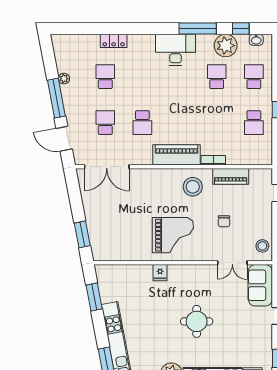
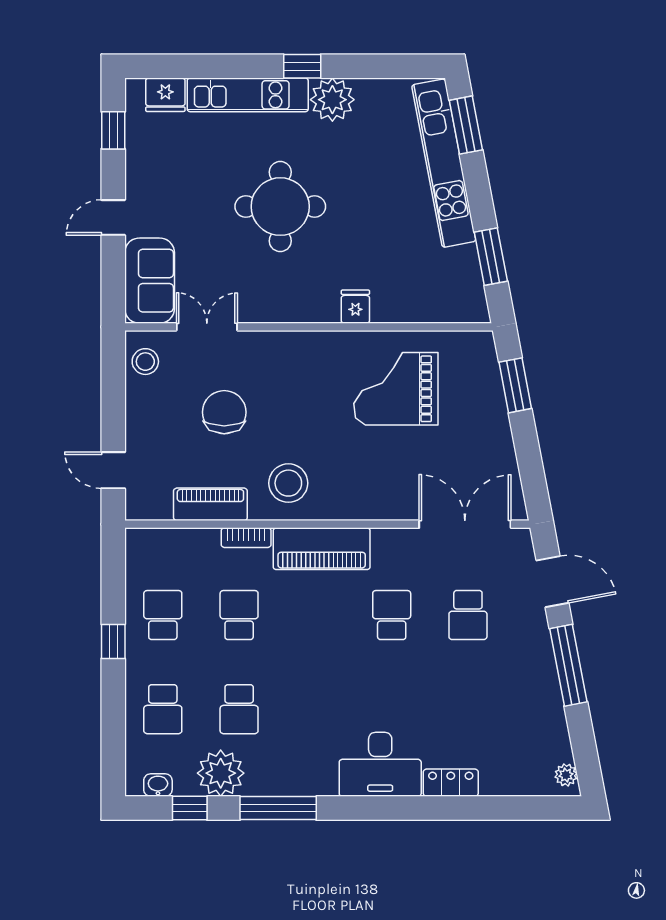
desk: (176, 50) -> (380, 764), moved
school desk: (105, 77) -> (239, 615), moved, turned 180
plant: (64, 79) -> (566, 775), moved
chair: (224, 221) -> (224, 412), width x1.87, depth x1.87
grand piano: (173, 235) -> (396, 389), moved
round table: (197, 321) -> (280, 207), width x1.36, depth x1.36

